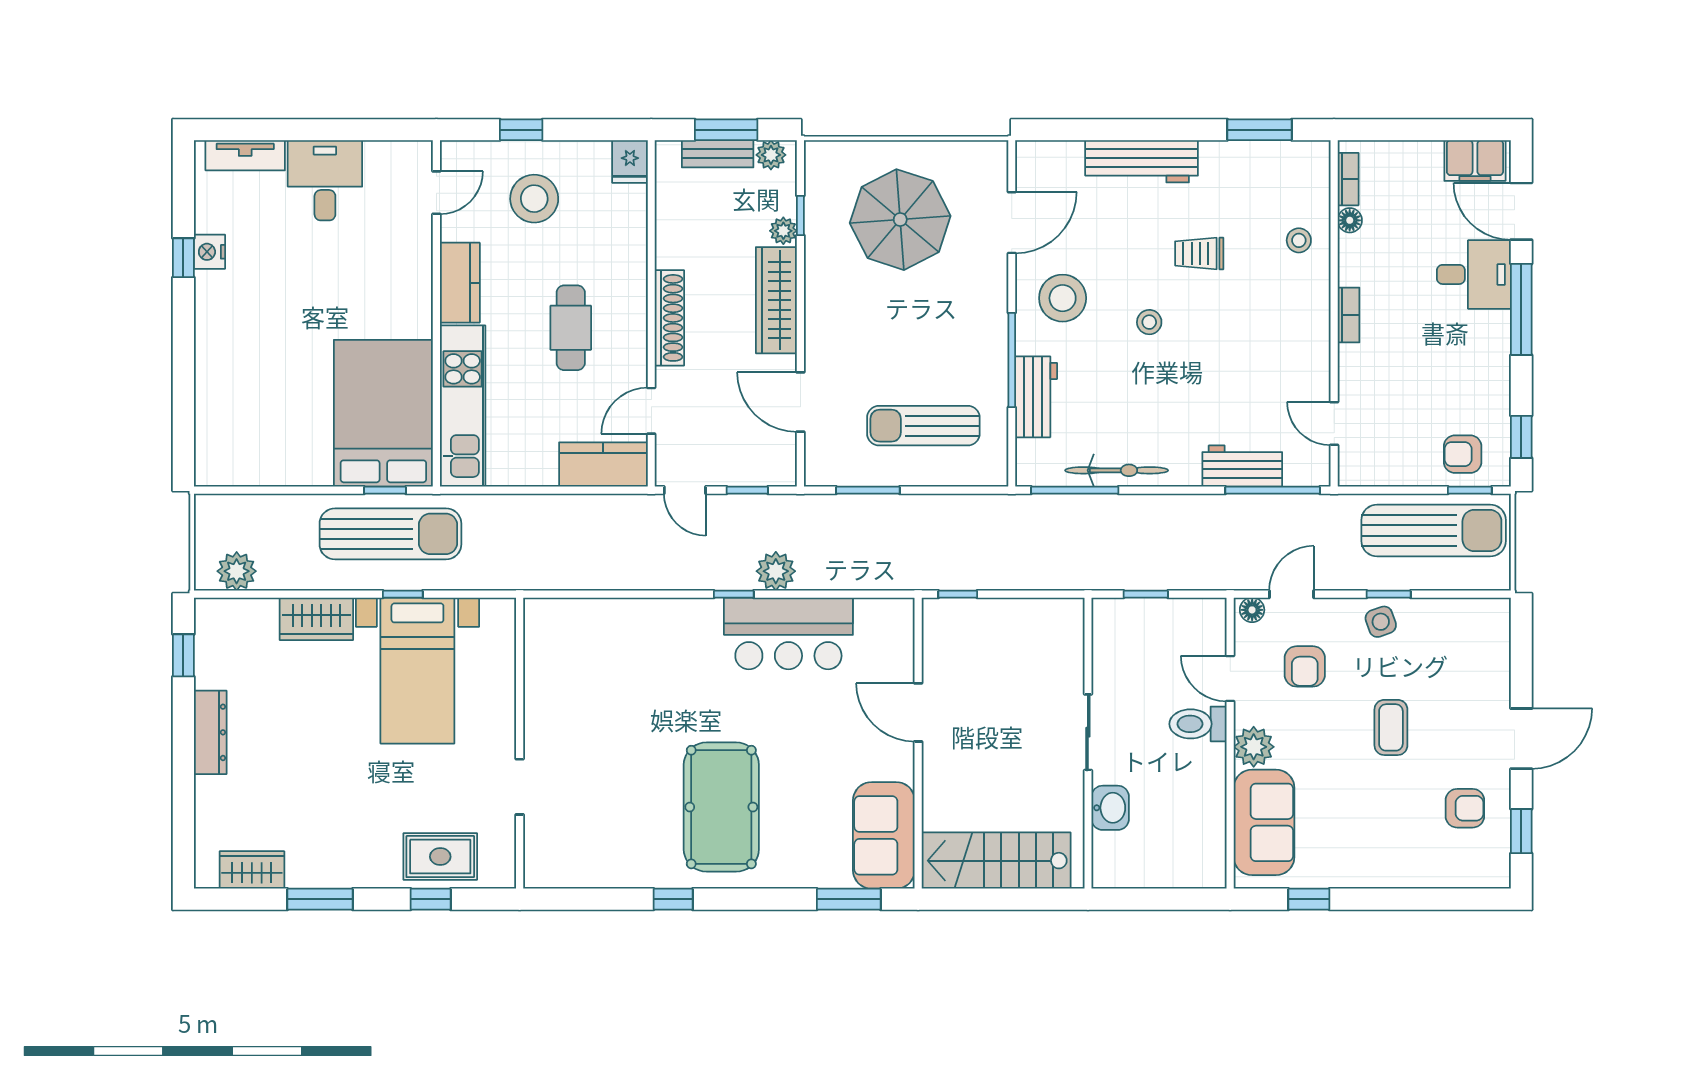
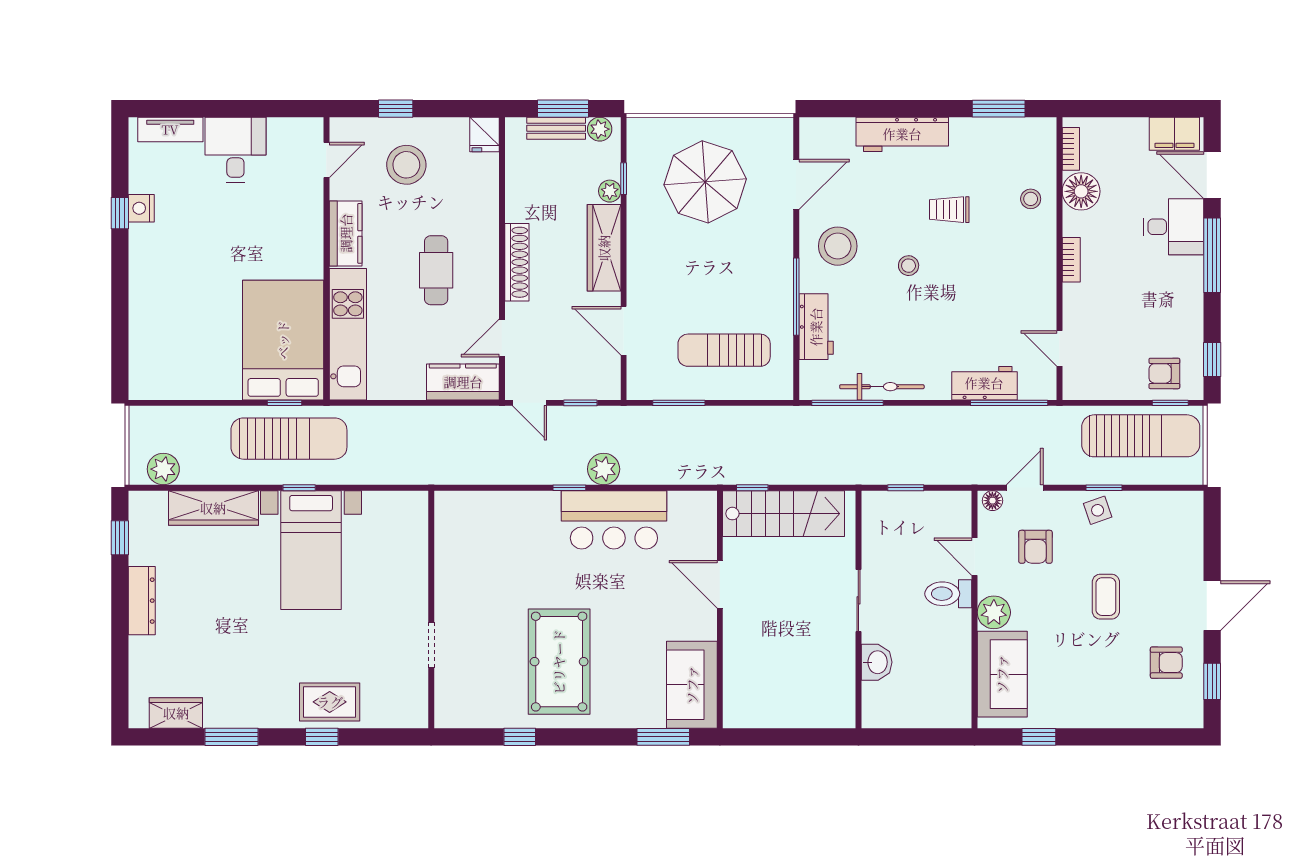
floor lamp: (1350, 220) -> (1081, 191), width x1.89, depth x1.89
wardrobe: (316, 619) -> (213, 508), width x1.50
wall: (520, 743) -> (431, 609), moved
doorway: (520, 787) -> (431, 645), moved
stairs: (996, 861) -> (784, 514), moved, turned 180

